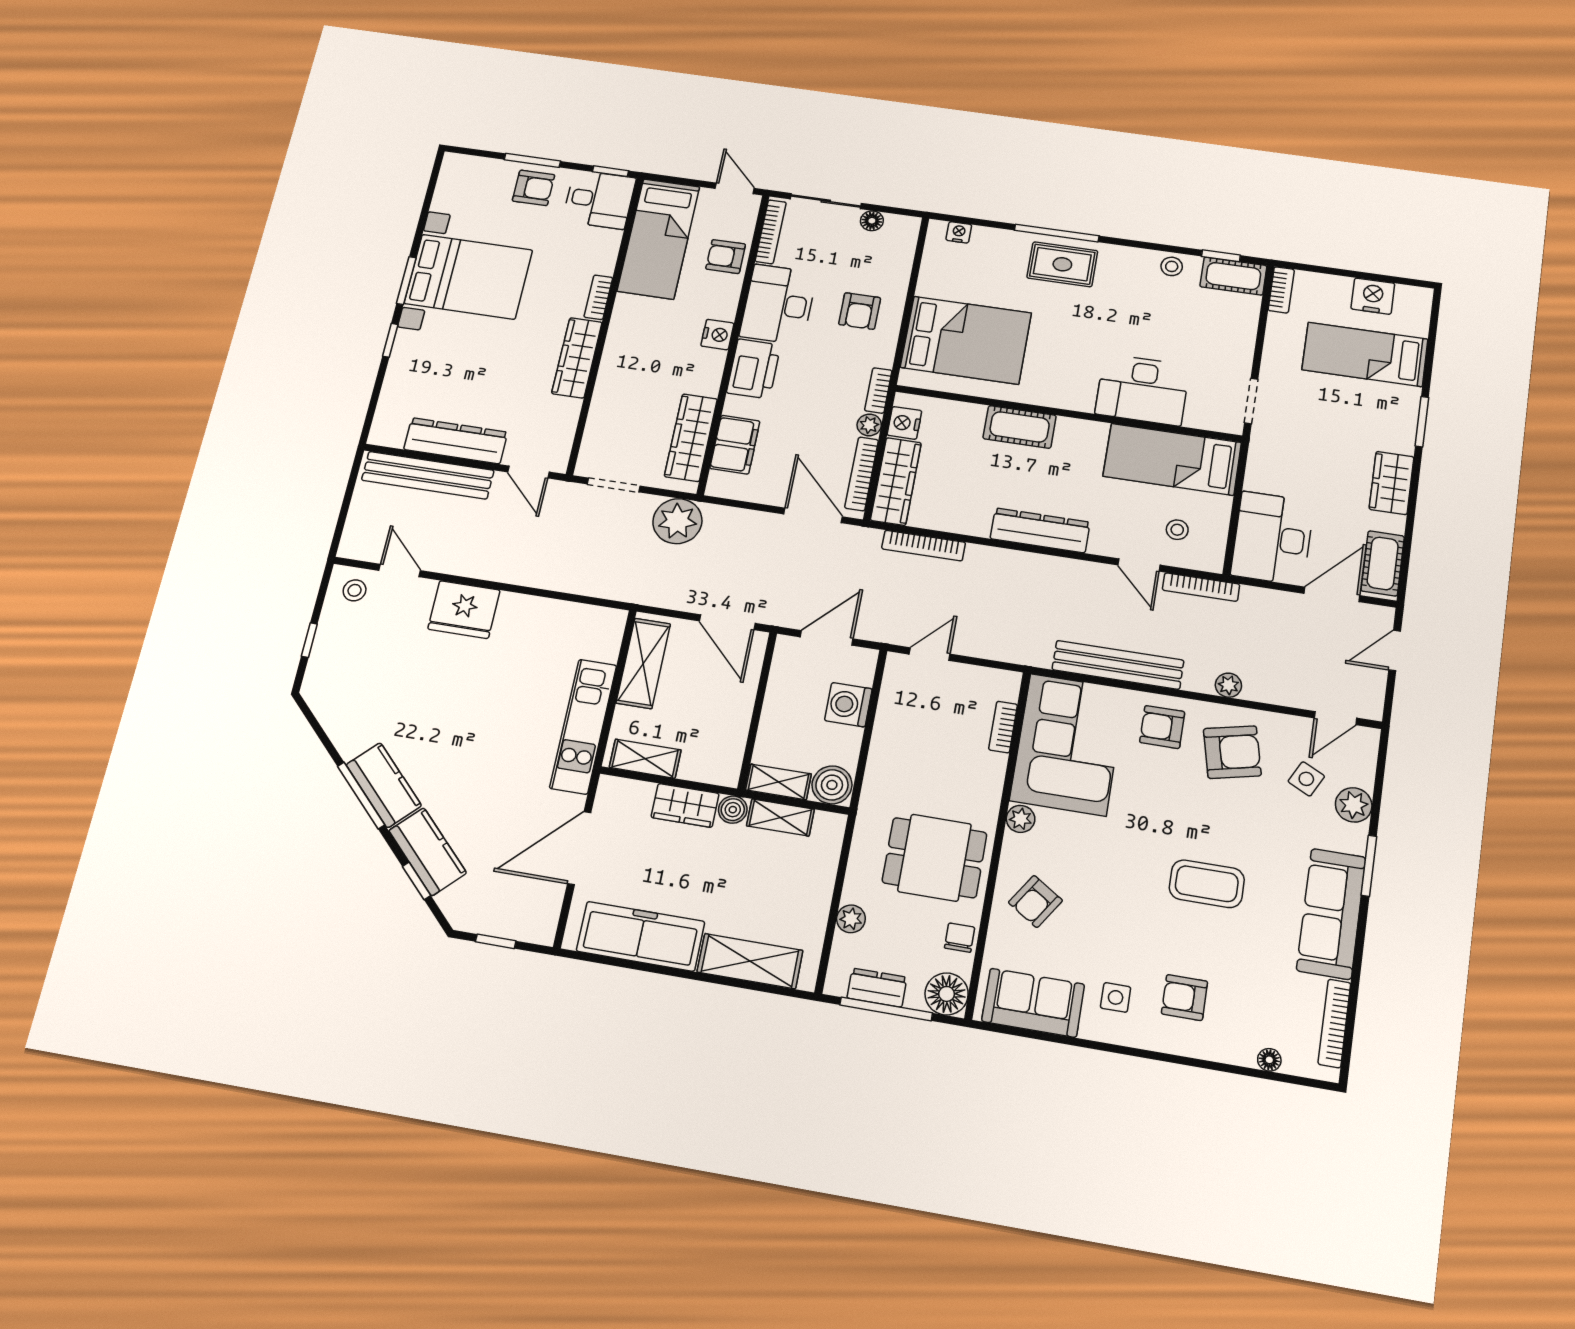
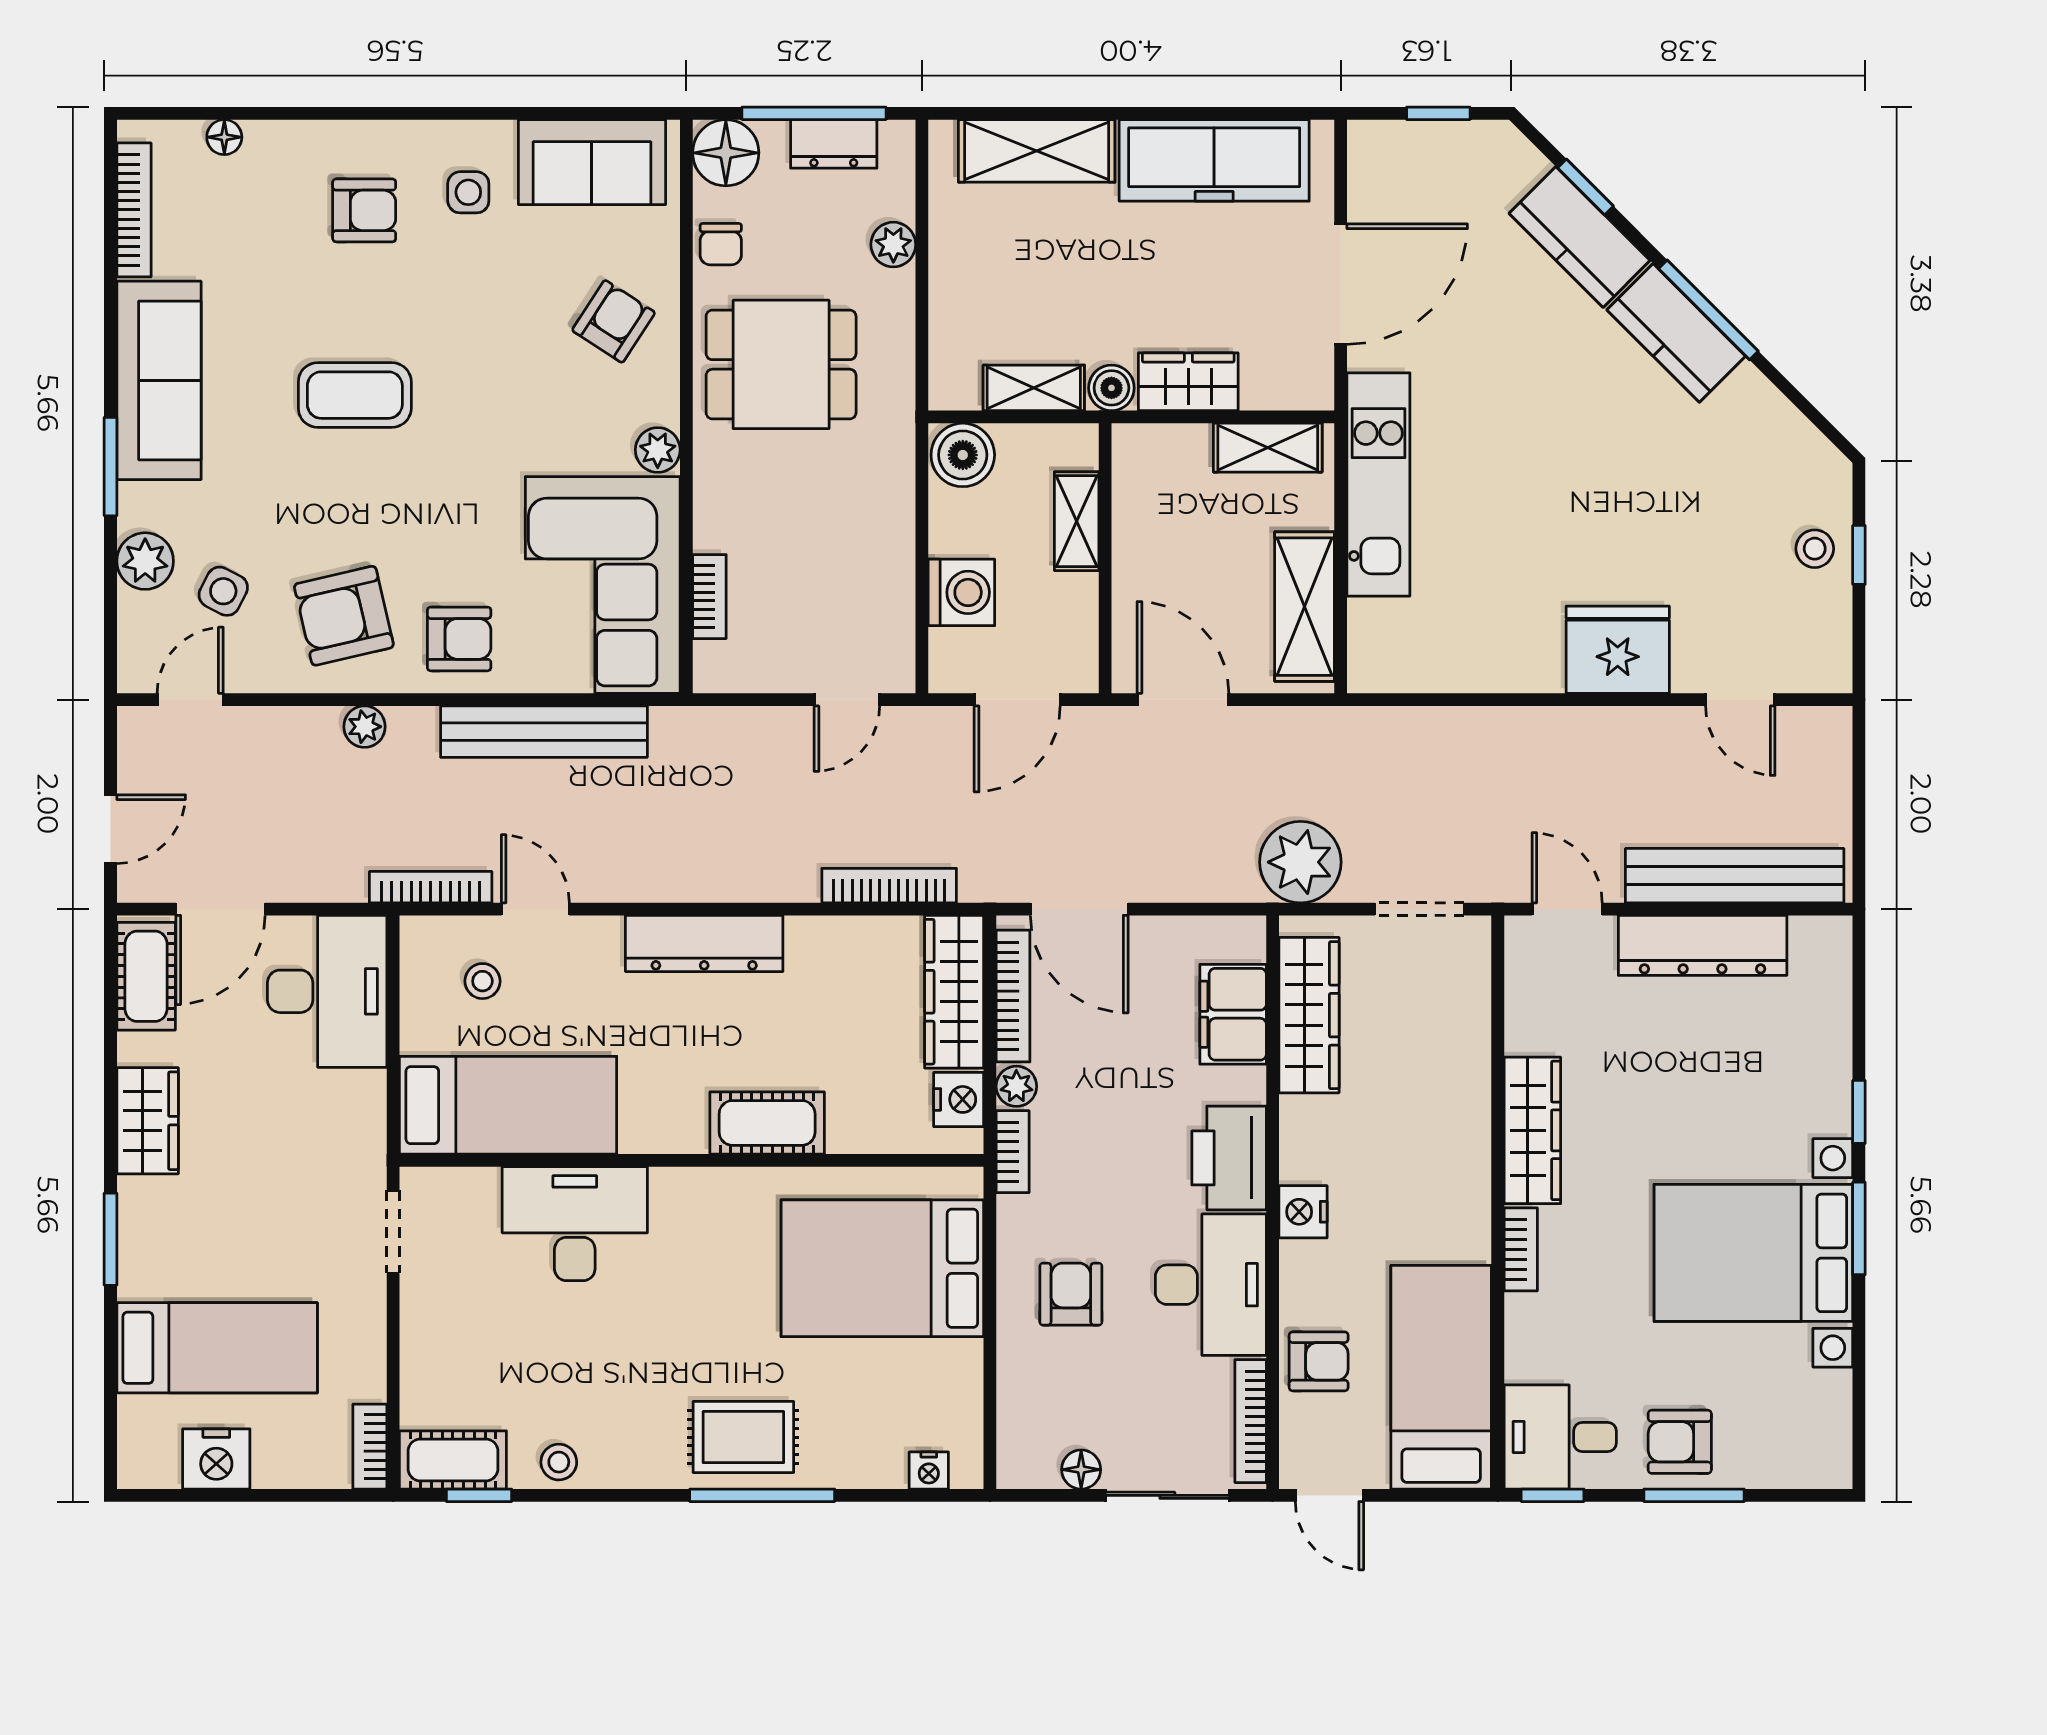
stool: (355, 590) -> (1815, 549), moved
shelving: (778, 782) -> (1077, 521), moved, turned 90

